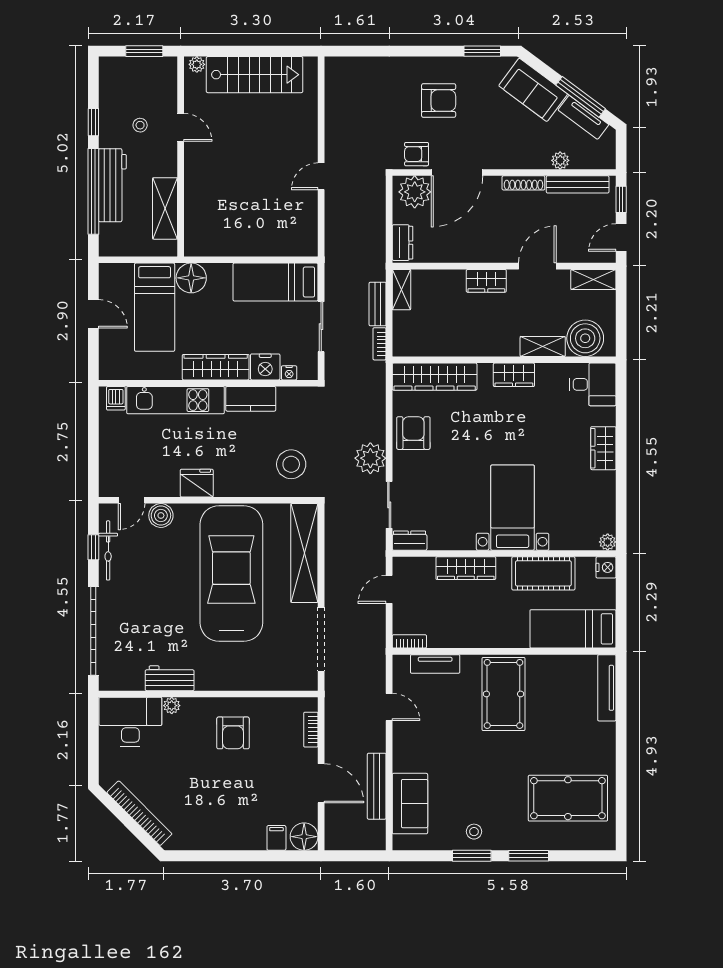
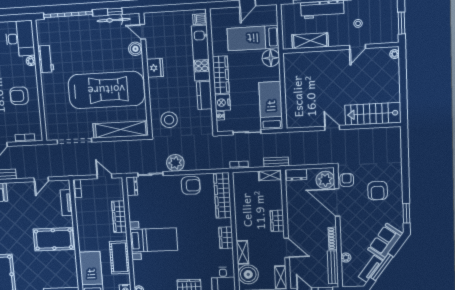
stairs: (255, 75) -> (373, 114), moved, turned 90
bench: (378, 304) -> (276, 162), moved

